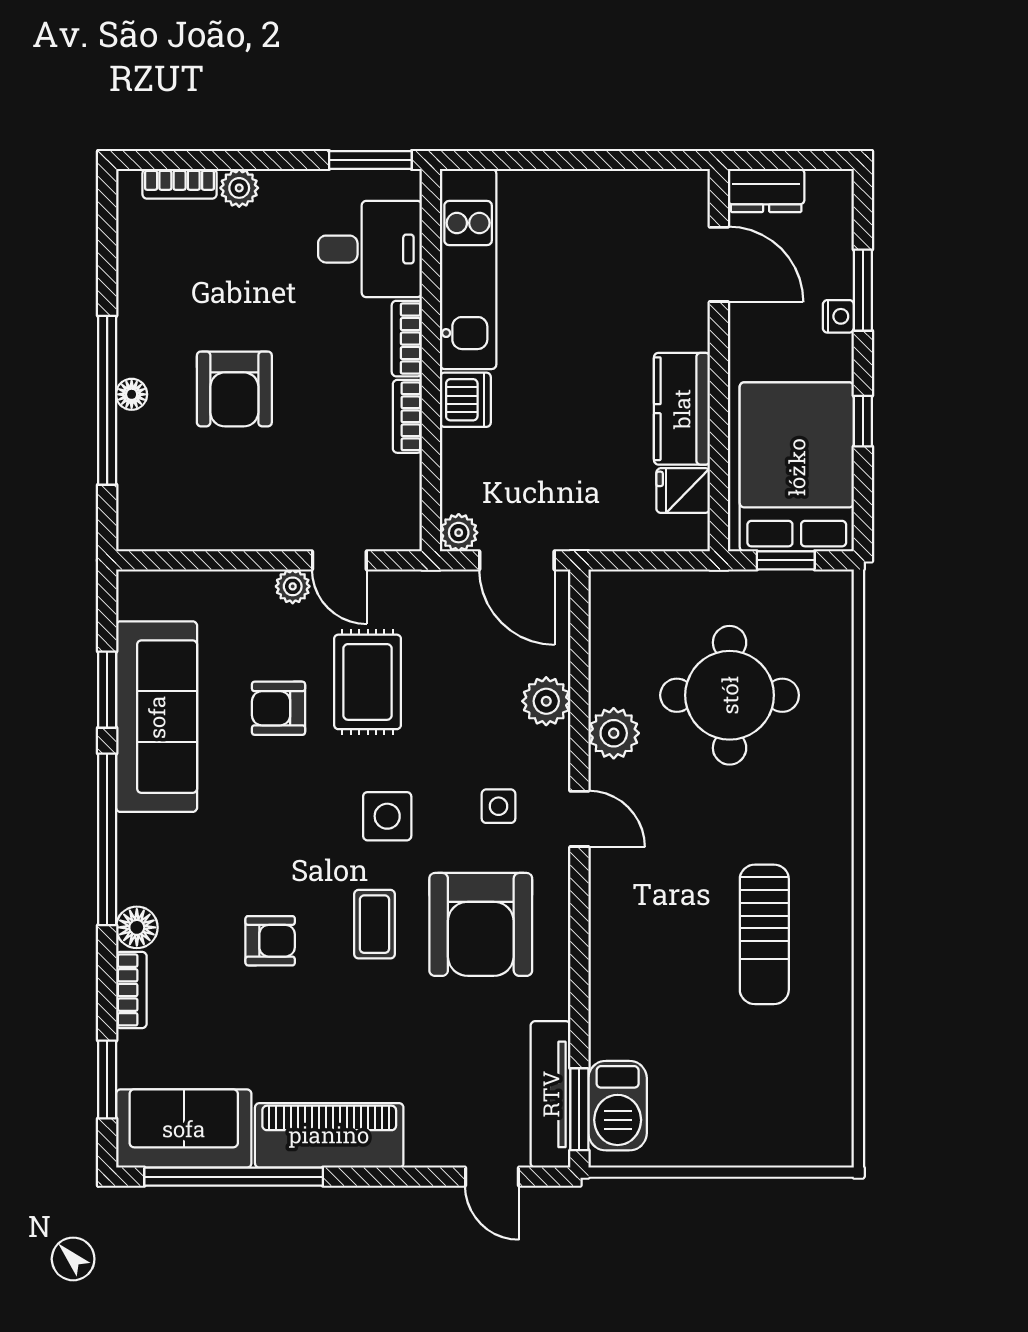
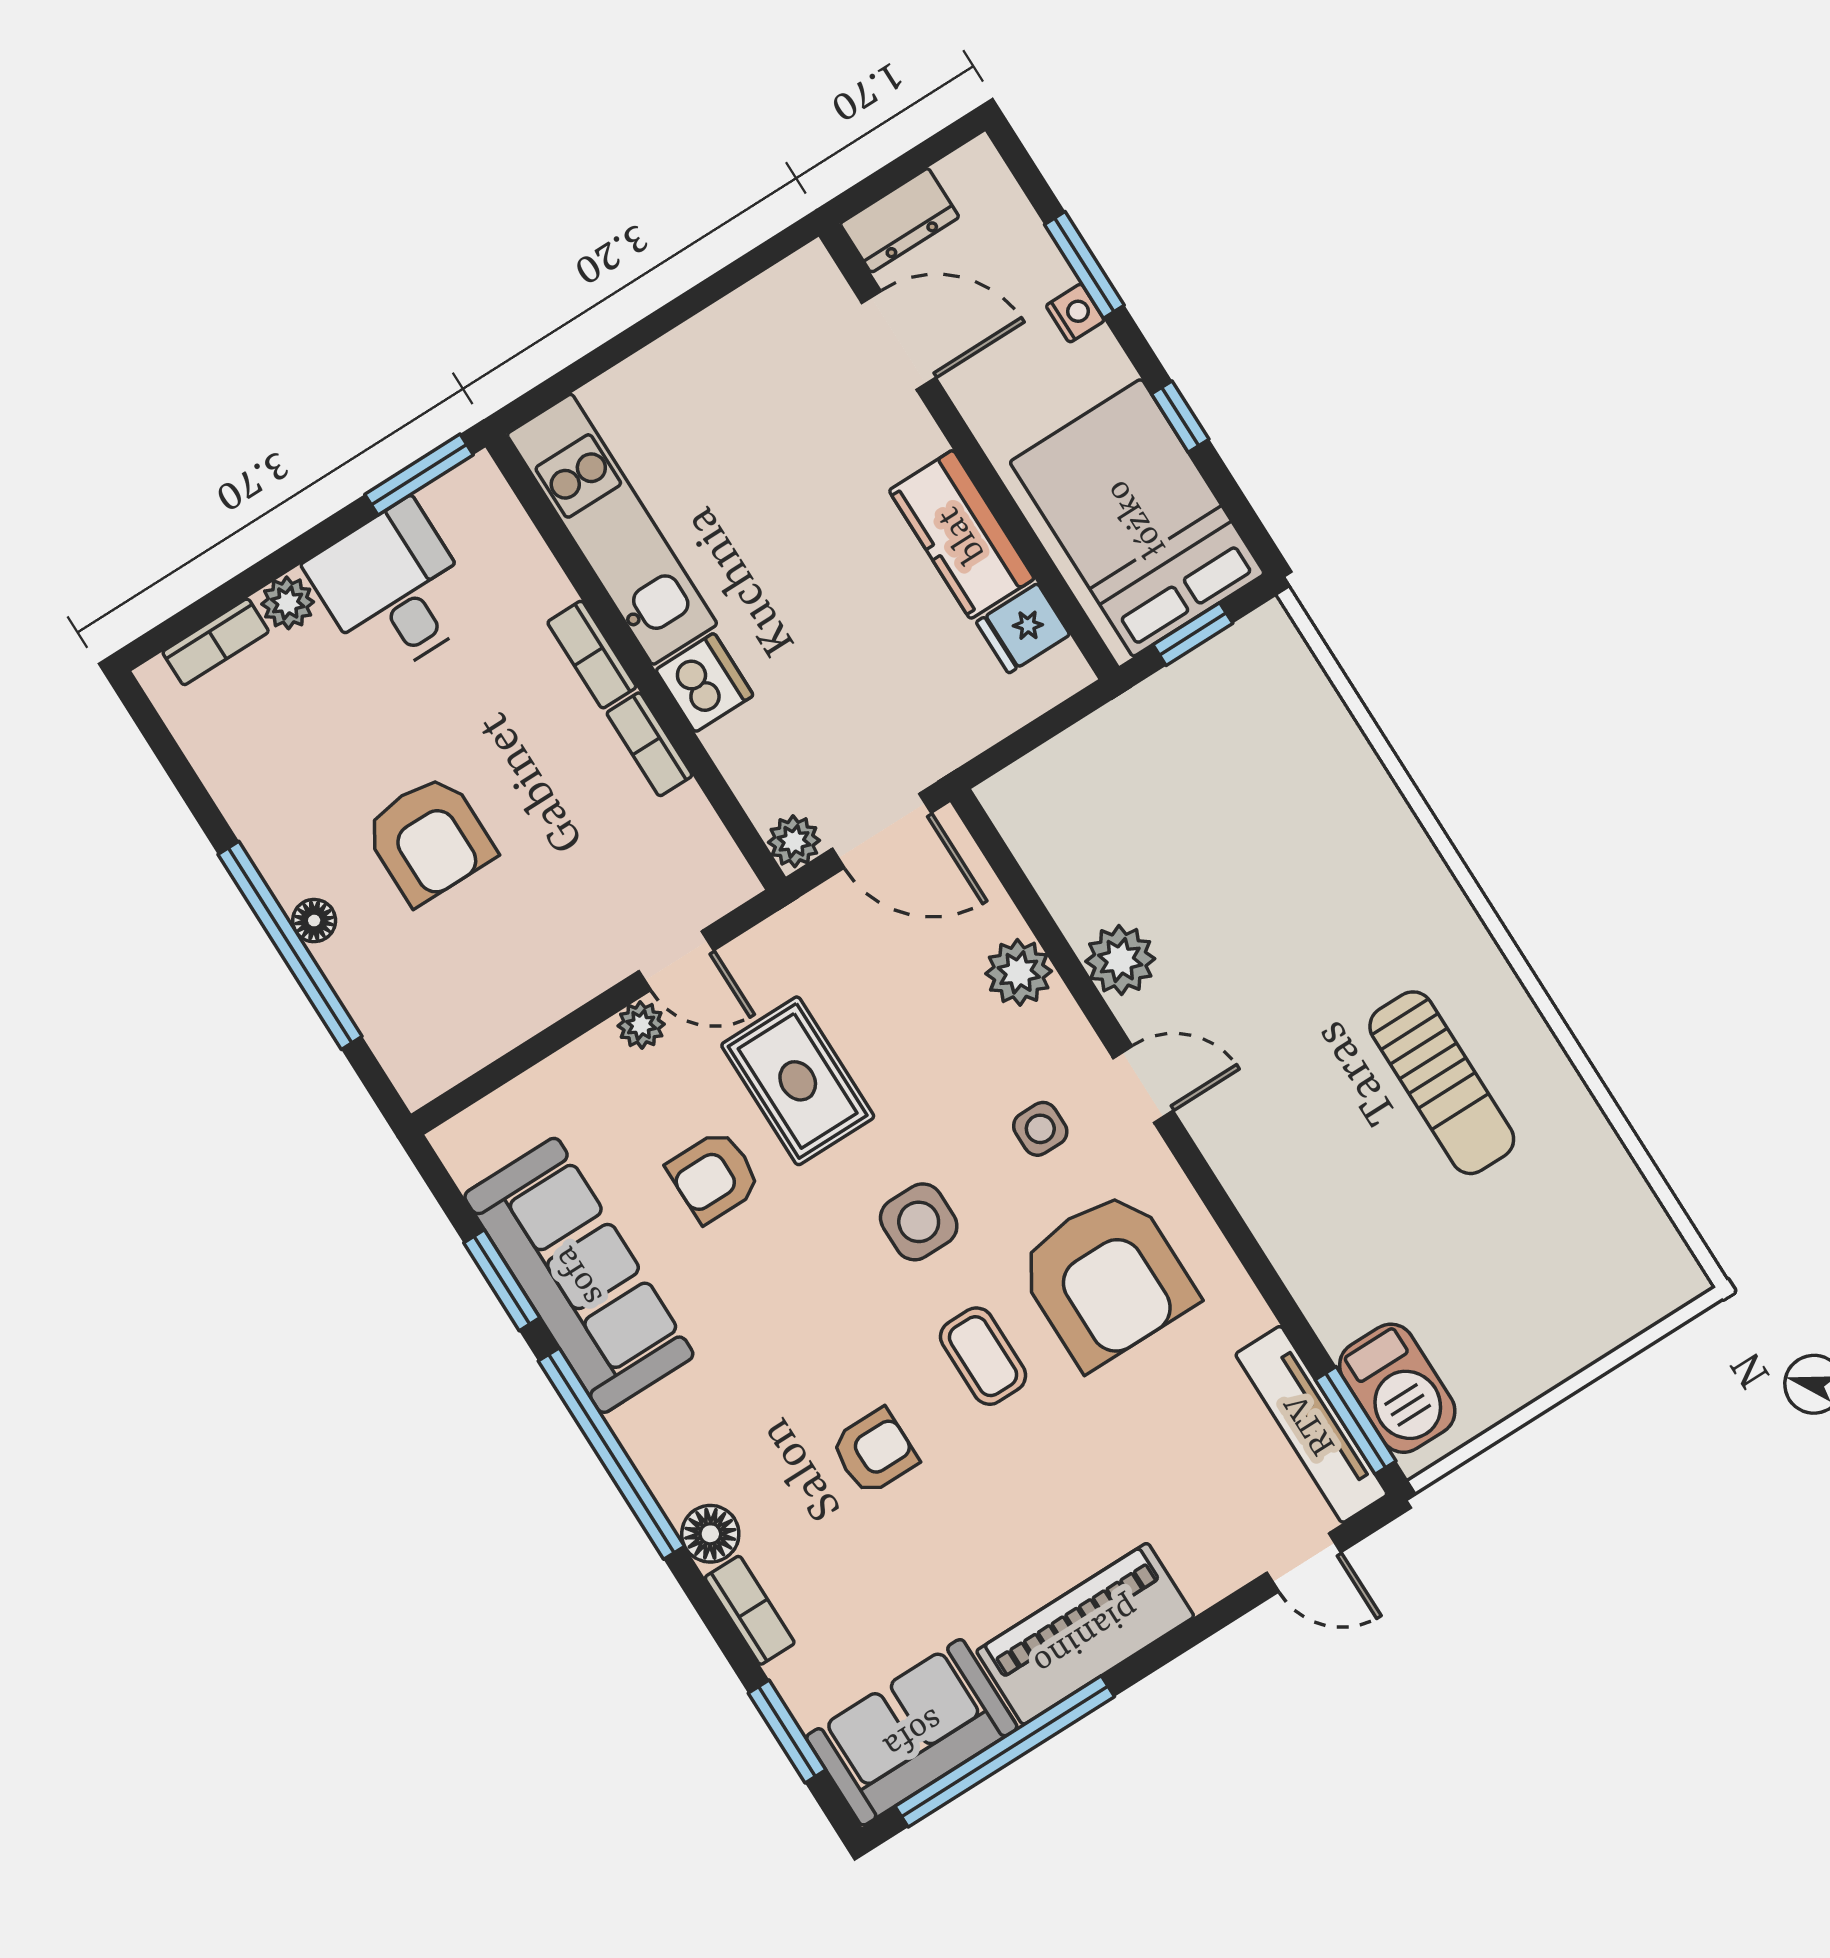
desk: (370, 249) -> (394, 589), moved, turned -90
round table: (730, 695) -> (1227, 831), removed

